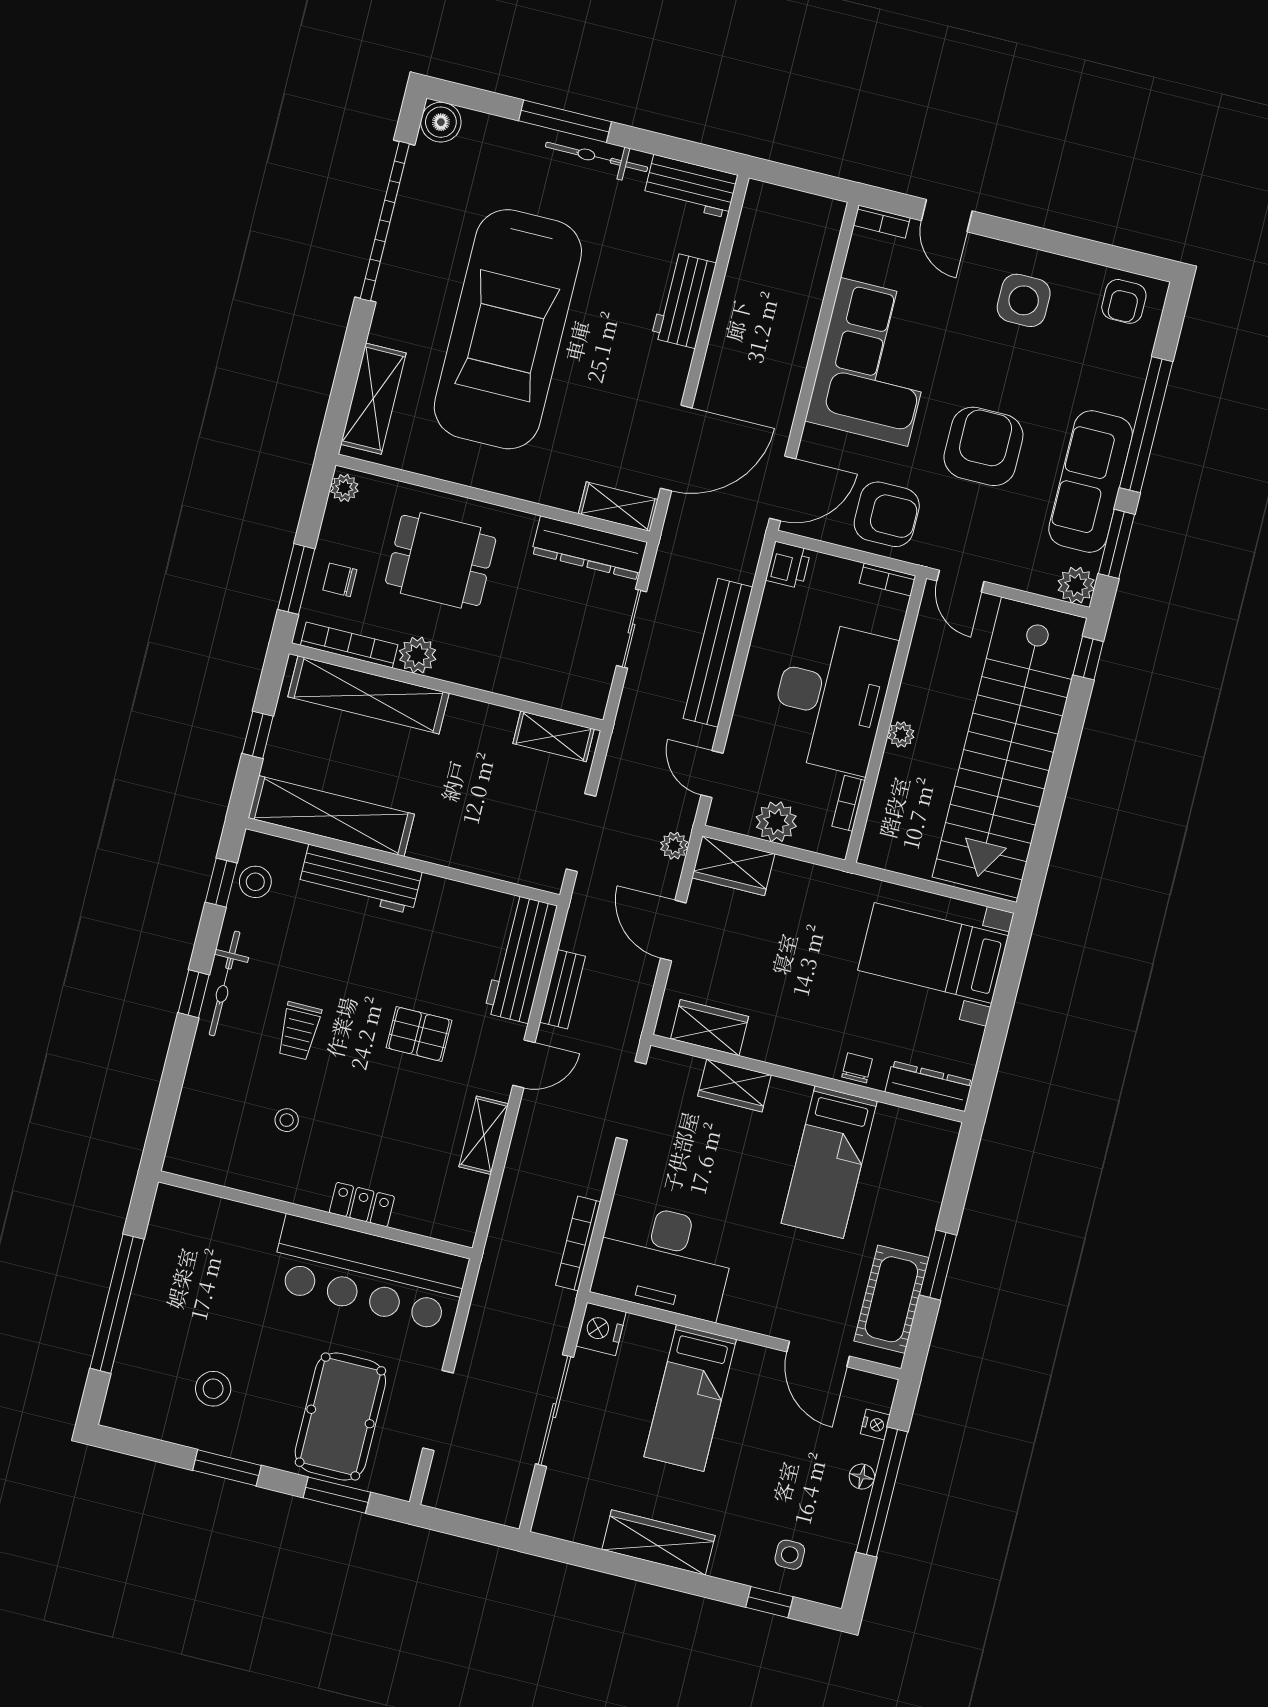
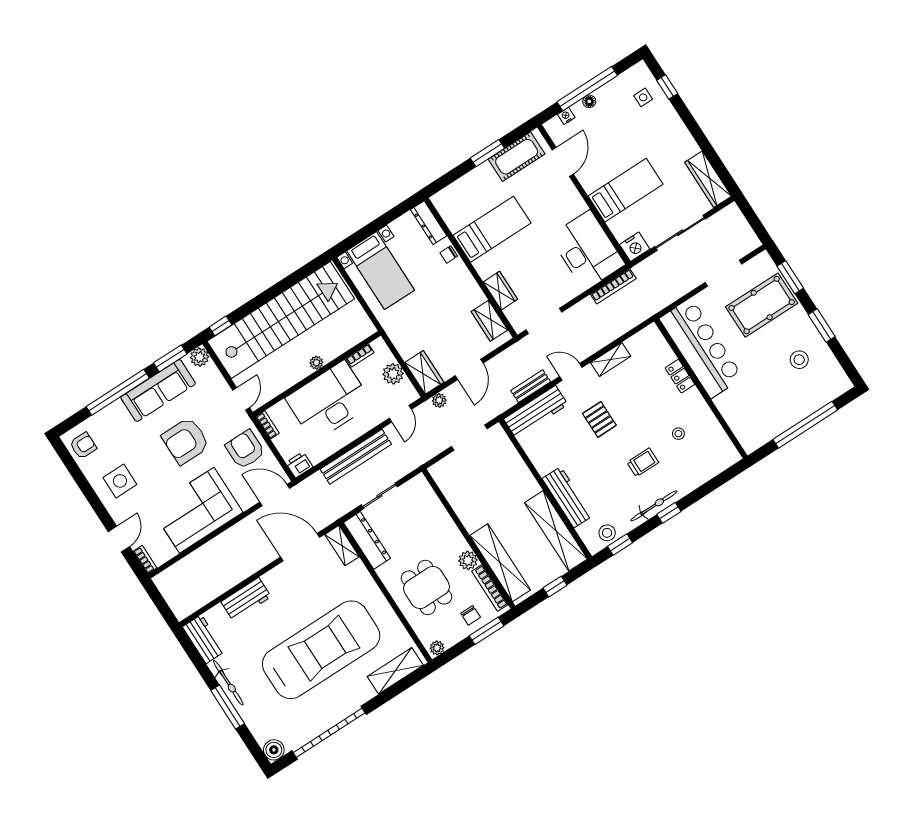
shelving: (553, 736) -> (446, 483), removed
wardrobe: (658, 1542) -> (708, 179), moved

